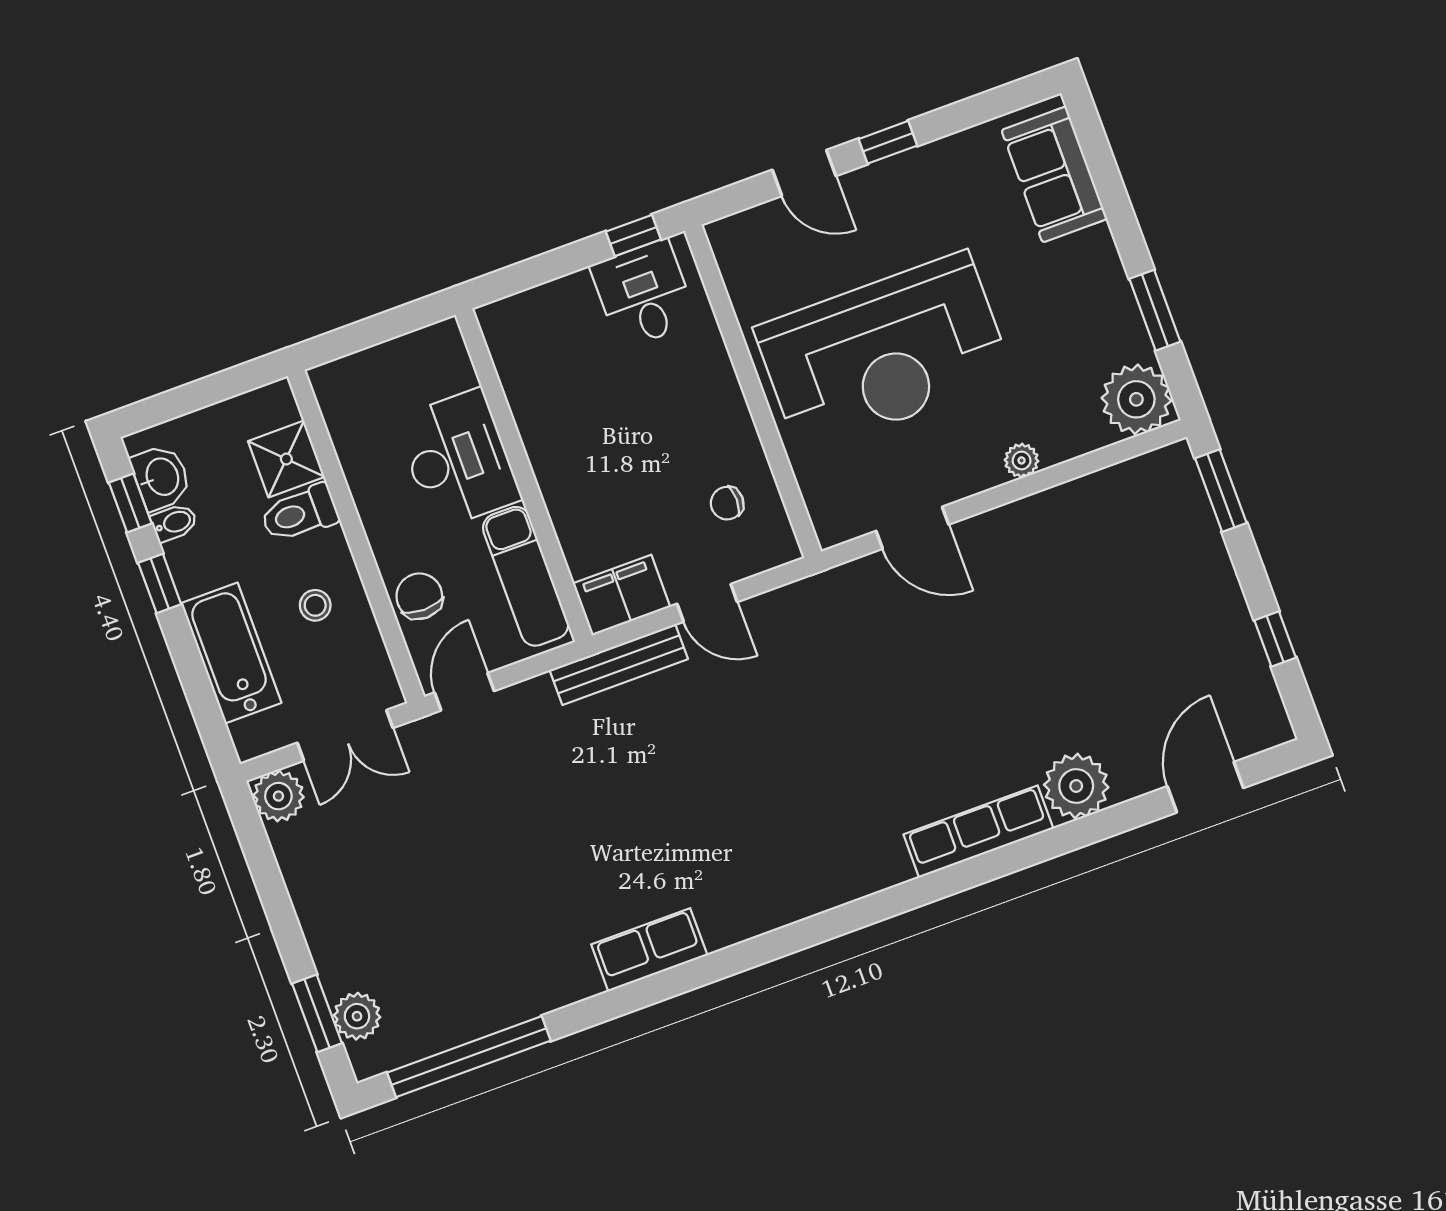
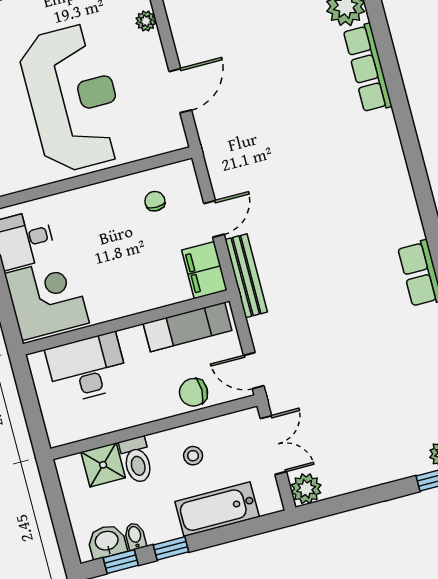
corner desk: (551, 341) -> (47, 298), added
desk: (458, 459) -> (87, 368), moved
chair: (727, 503) -> (155, 201), turned 180

